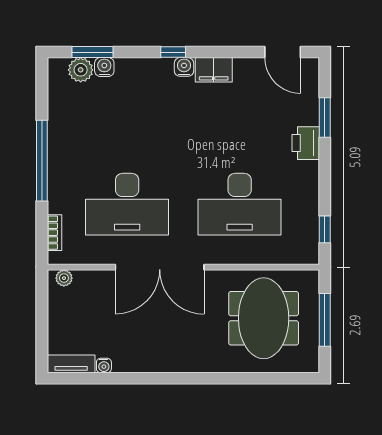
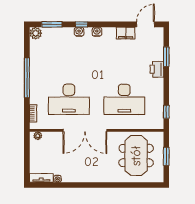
window: (173, 52) -> (82, 24), moved
door: (283, 52) -> (146, 24), swing flipped
water cooler: (104, 67) -> (79, 32), moved
plant: (81, 70) -> (36, 33), moved
filing cabinet: (214, 70) -> (126, 33), moved
window: (325, 320) -> (166, 156), width x0.69

